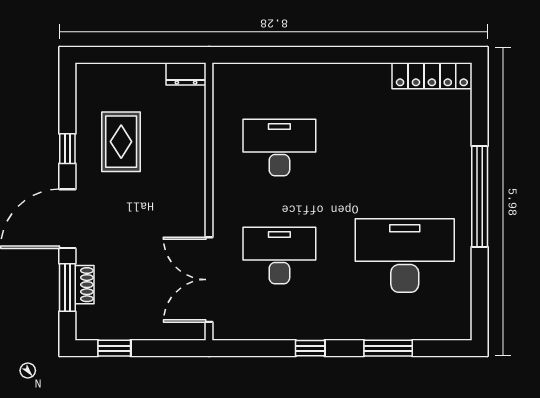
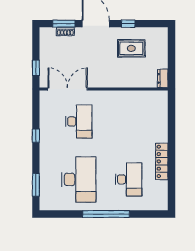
locker: (432, 76) -> (162, 161), moved
desk: (279, 148) -> (129, 179), moved
window: (114, 348) -> (36, 68), moved
window: (388, 348) -> (36, 185), moved

